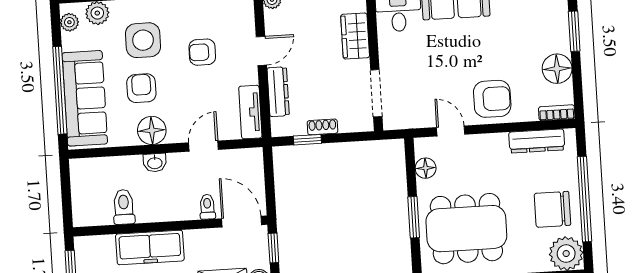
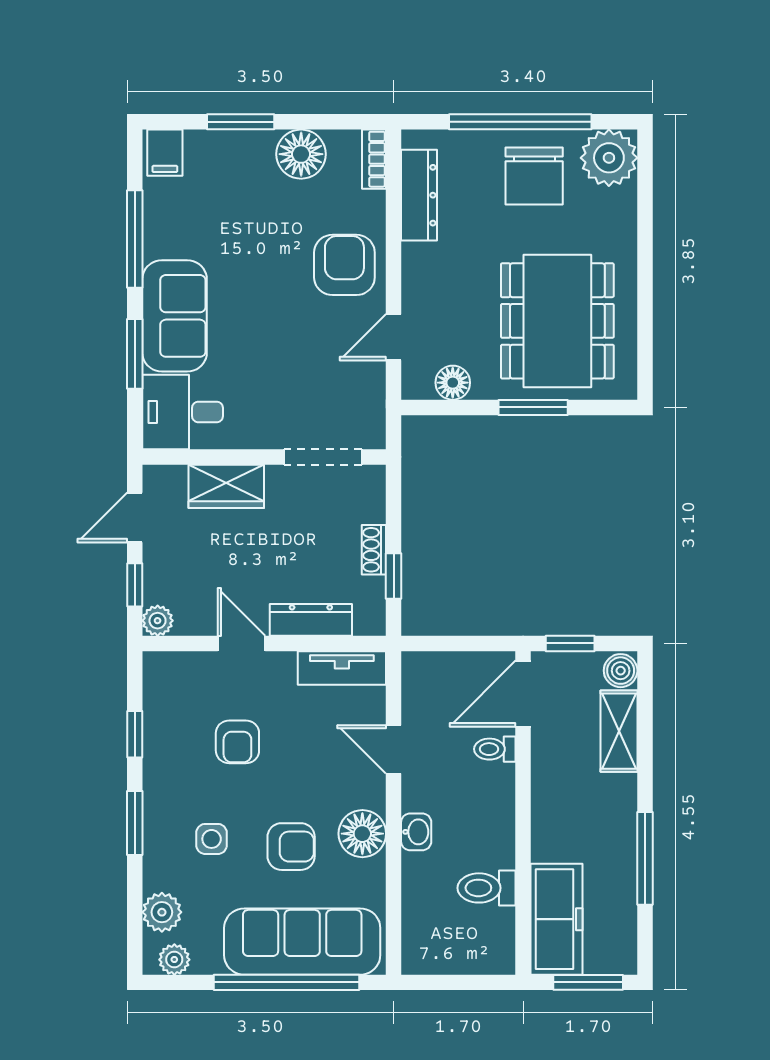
side table: (143, 40) -> (212, 839), width x0.54, depth x0.54
armchair: (141, 88) -> (291, 847), turned 180
freezer: (150, 247) -> (557, 919), moved

